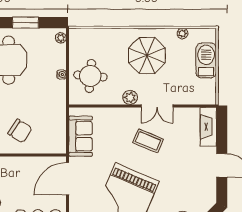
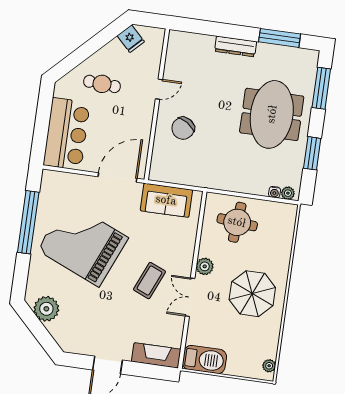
plant: (183, 33) -> (269, 366), moved
barbecue: (206, 60) -> (204, 360), moved
water cooler: (62, 74) -> (275, 192), moved
door: (68, 179) -> (118, 177), hinge flipped

